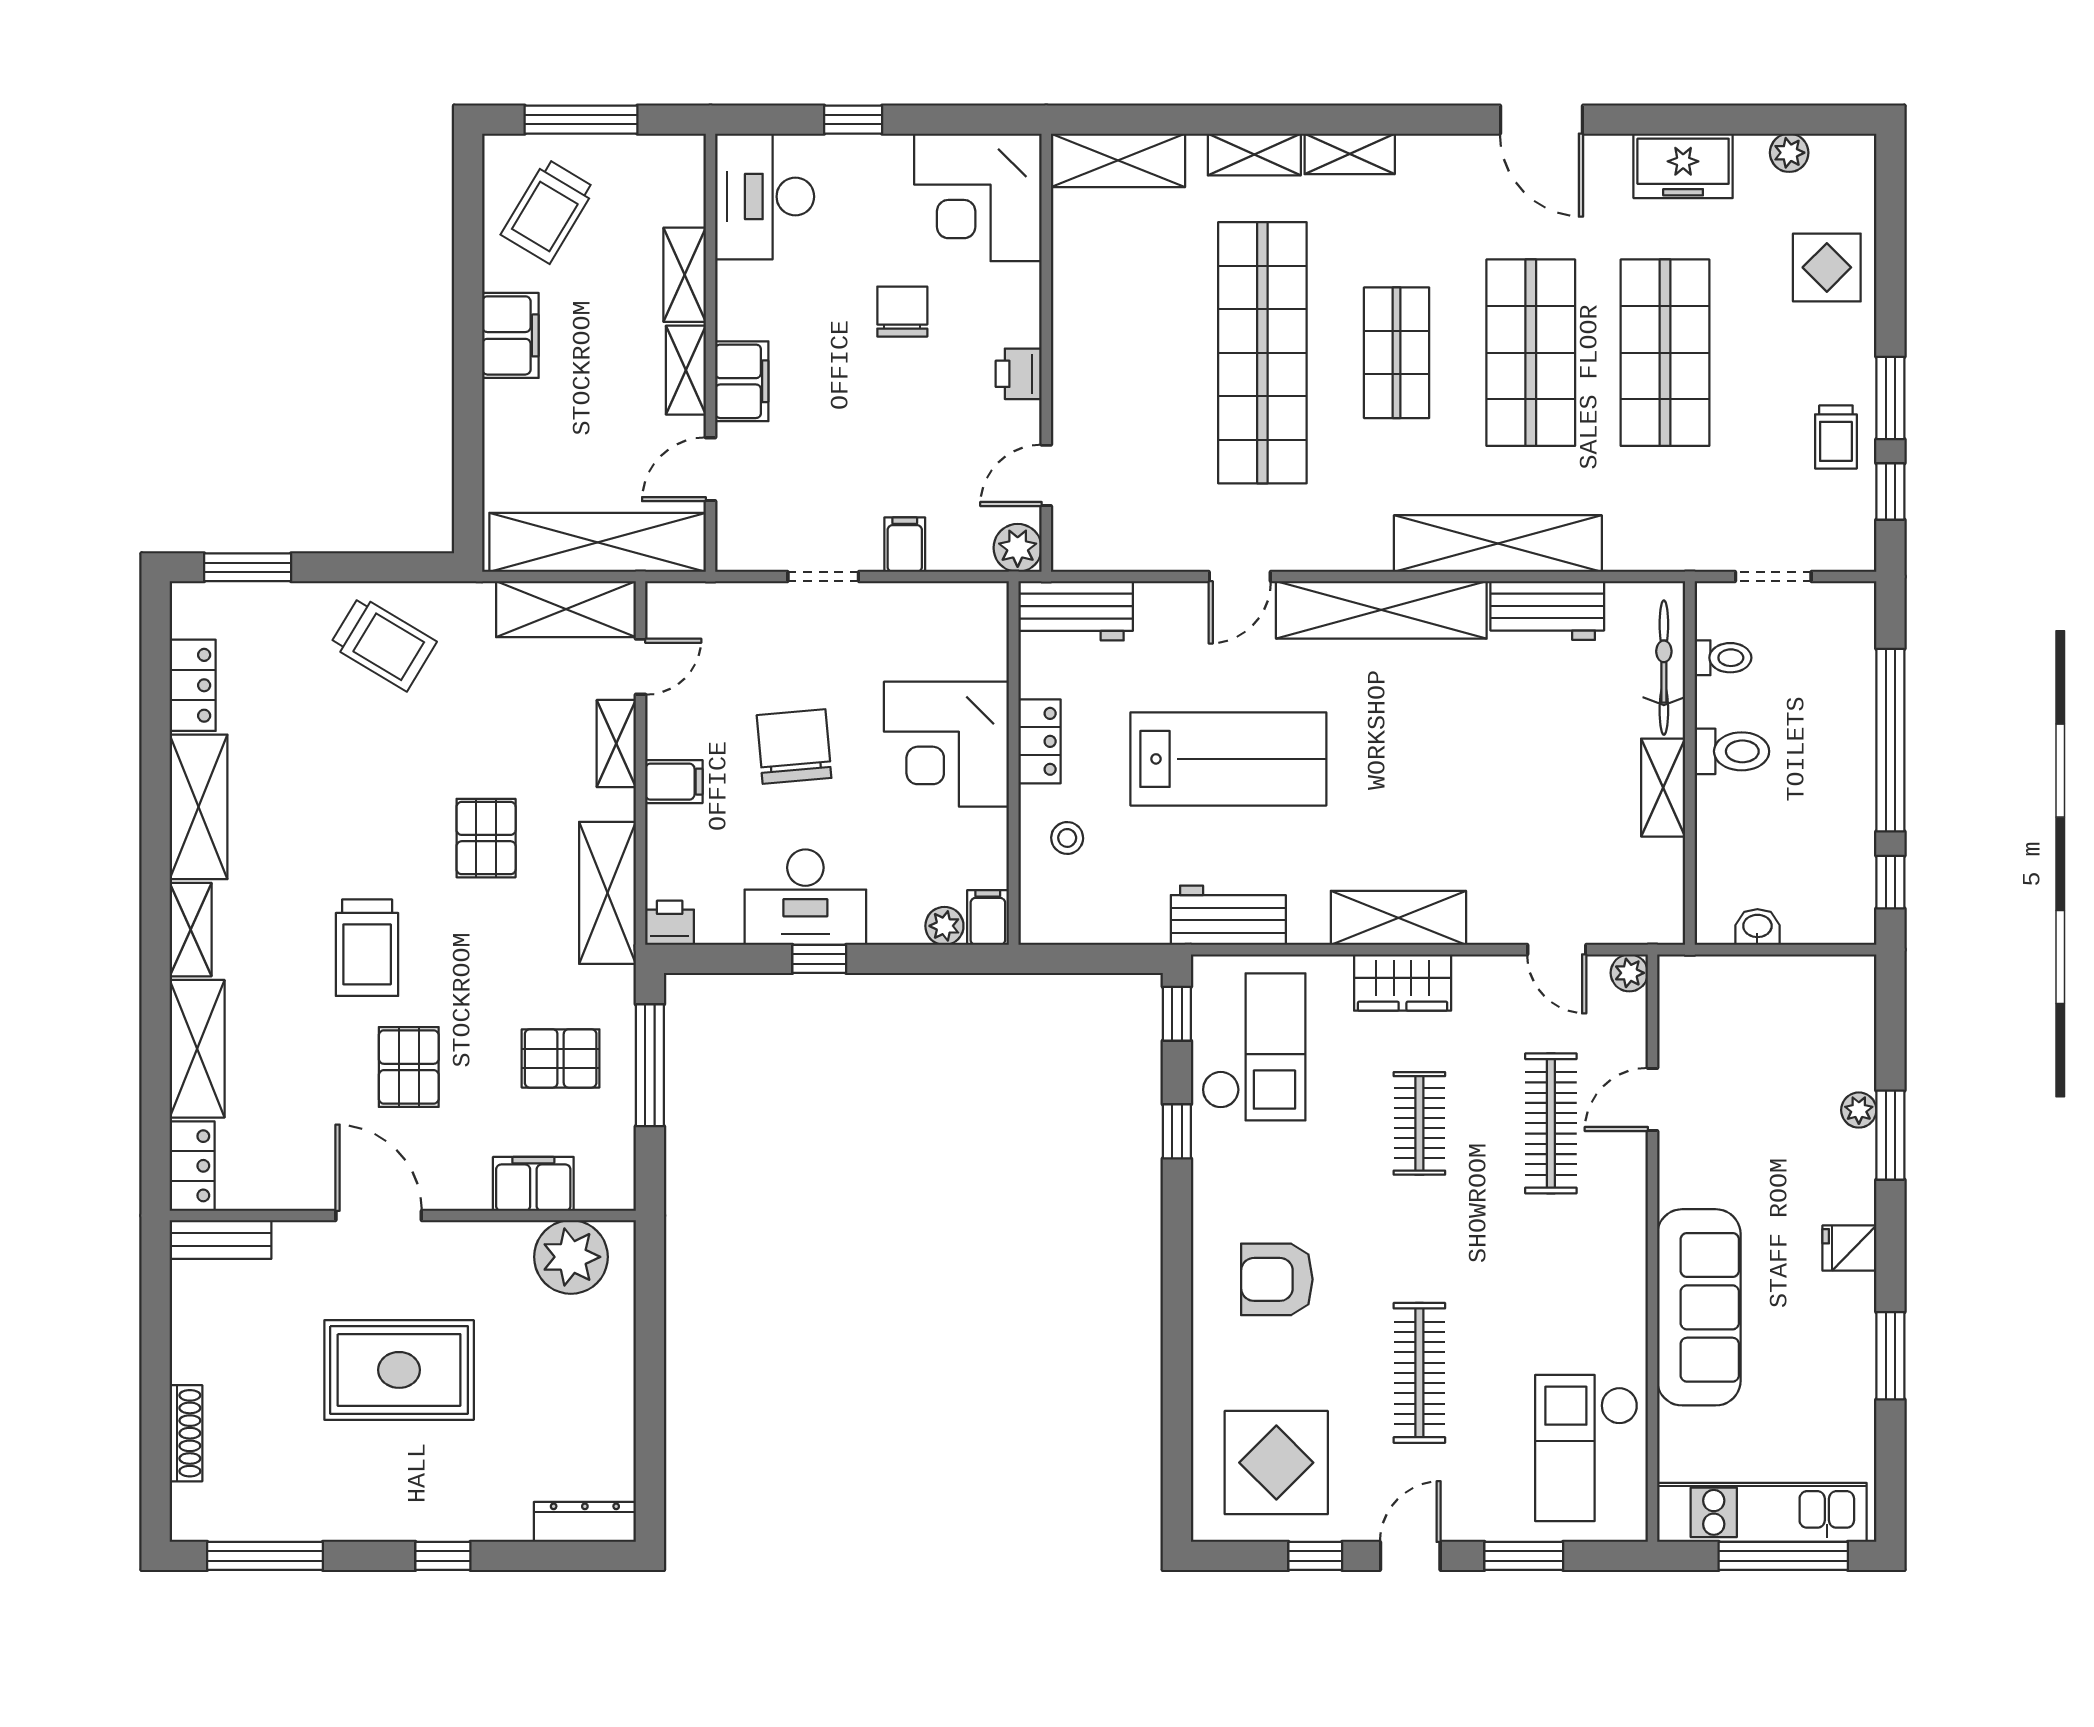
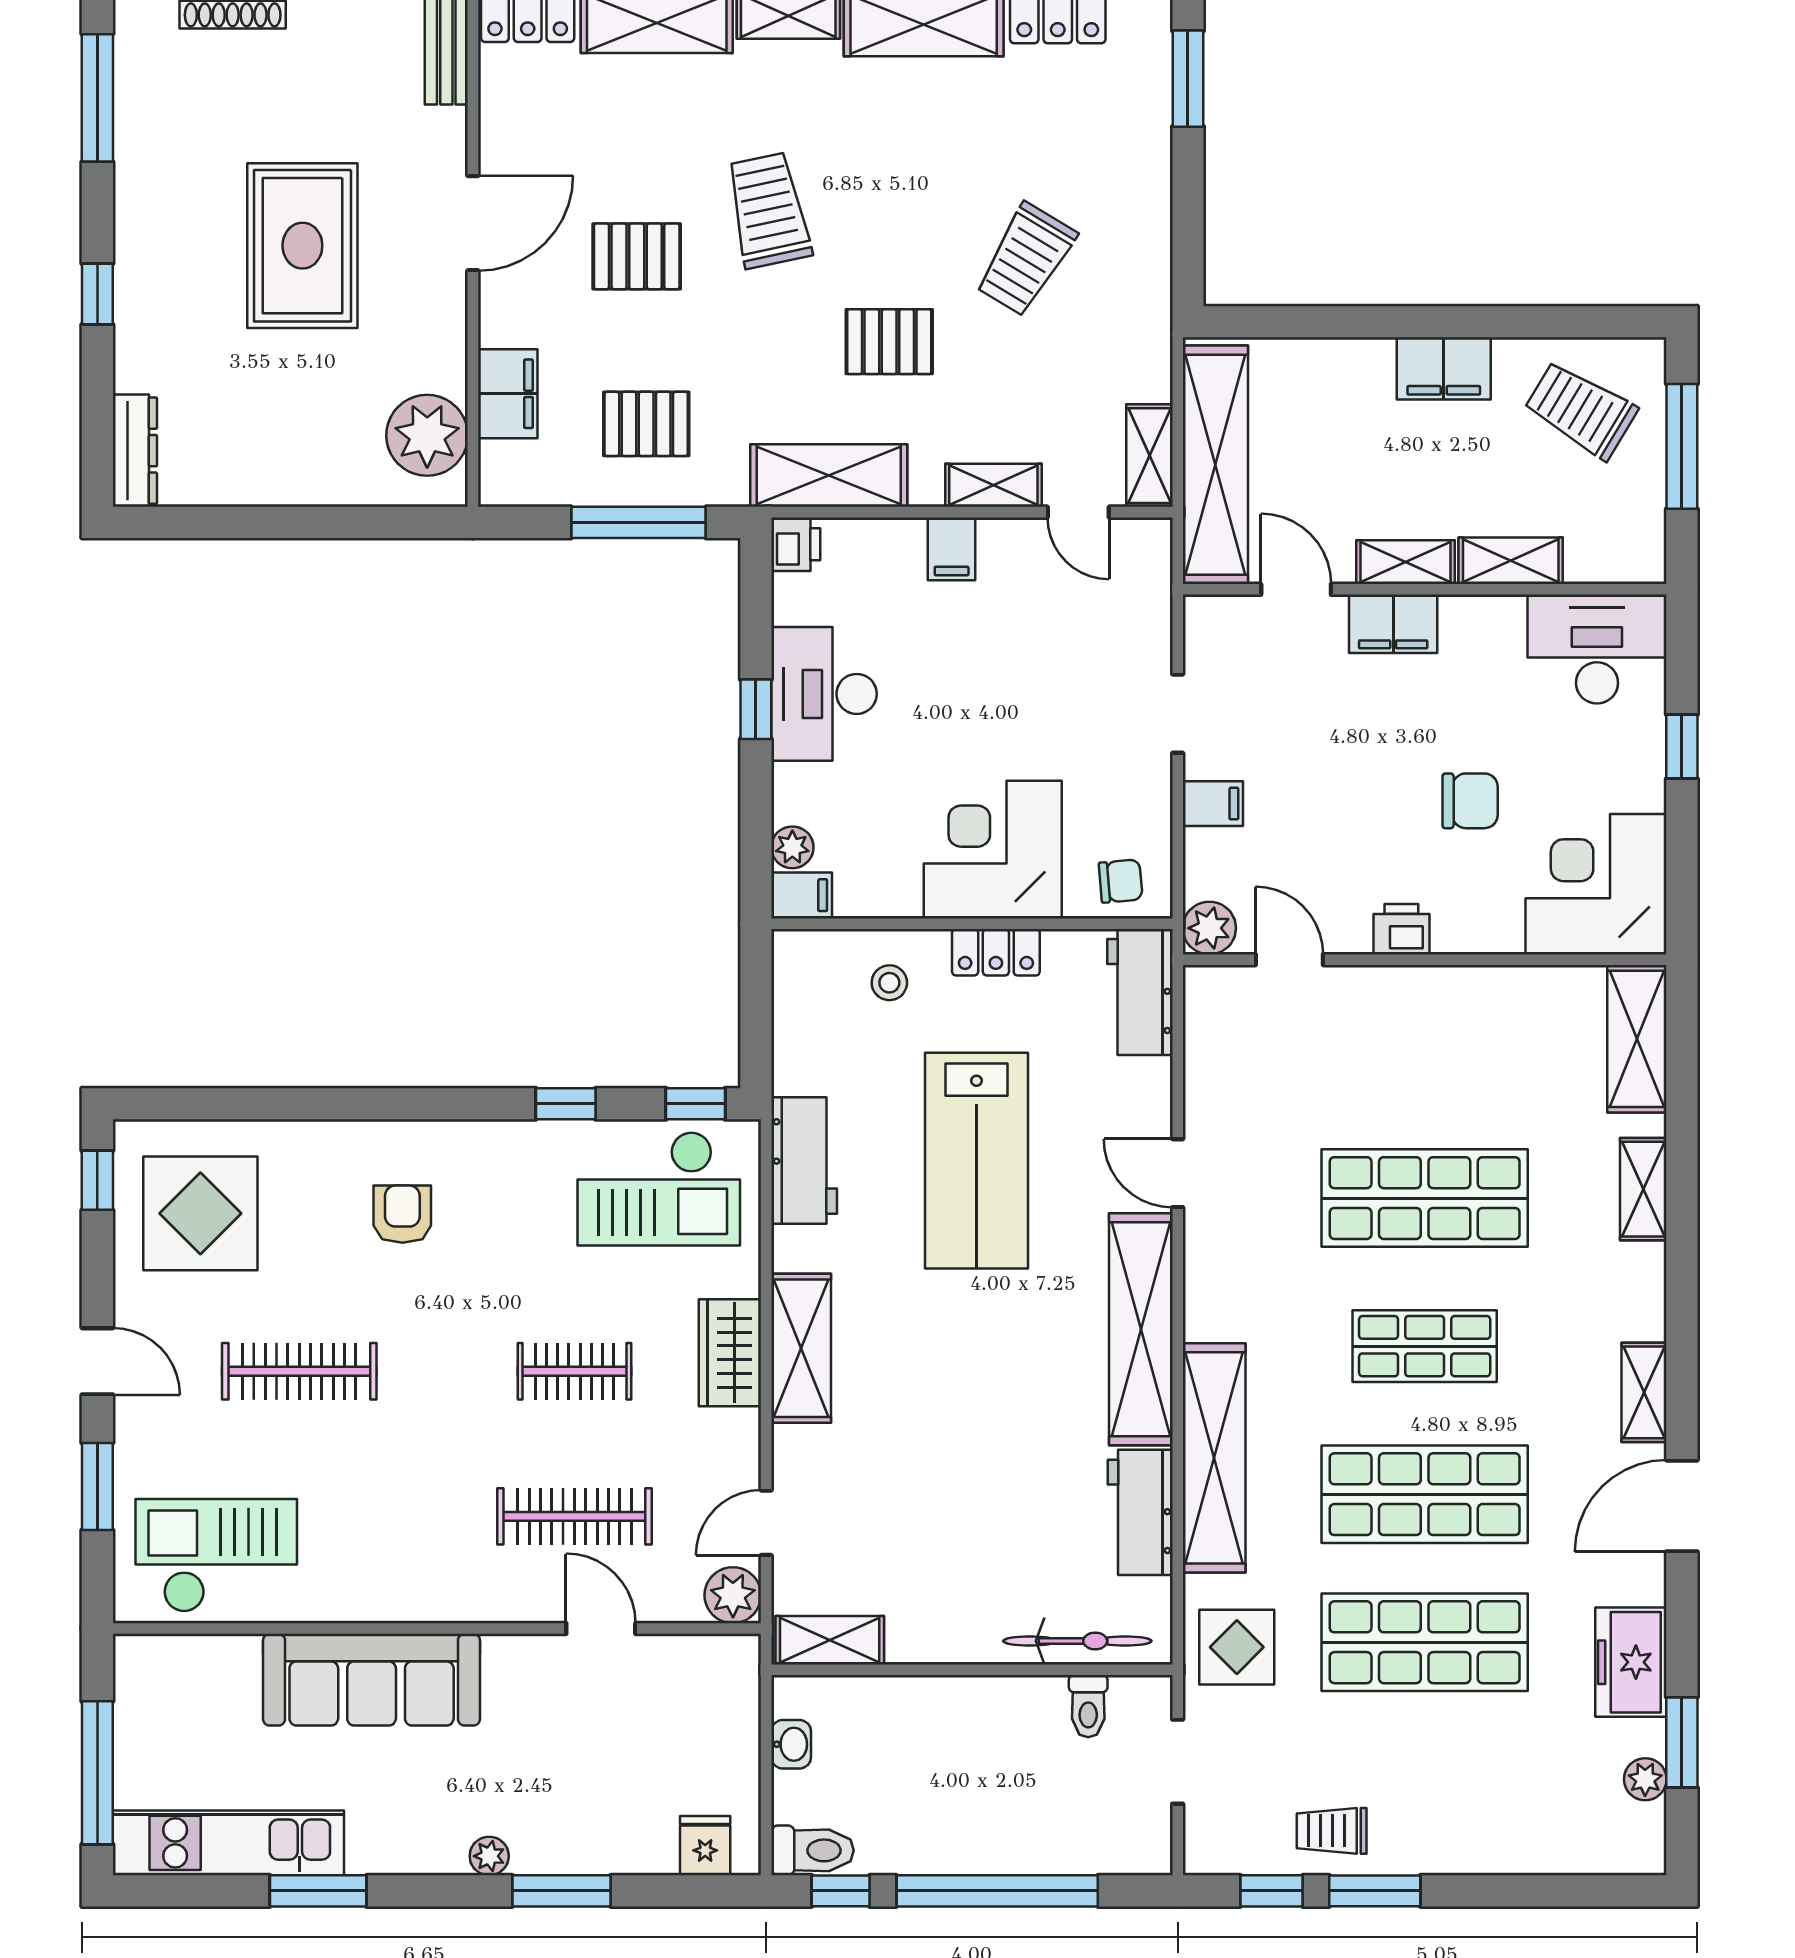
window: (1756, 120) -> (1682, 1742), added
shelving: (1350, 154) -> (1644, 1392), moved
display table: (1827, 267) -> (1237, 1647), moved
shop shelf: (1262, 353) -> (1425, 1198), width x0.71
shelving: (566, 609) -> (1149, 456), width x0.67, depth x0.75
trolley: (383, 643) -> (1026, 260), moved
chair: (794, 747) -> (1121, 881), moved, width x0.54, depth x0.54
toilet: (1732, 751) -> (812, 1850), moved, turned -90
shelving: (1663, 788) -> (830, 1640), moved
trolley: (367, 948) -> (768, 210), turned 78
plant: (1629, 973) -> (733, 1595), width x1.38, depth x1.38
pallet: (561, 1058) -> (646, 424), turned 90
plant: (1859, 1110) -> (489, 1856), moved
fridge: (1849, 1248) -> (705, 1846), moved
armchair: (1277, 1279) -> (402, 1214), width x0.72, depth x0.72
kitchen unit: (1762, 1512) -> (228, 1843), moved, turned -90
window: (1315, 1556) -> (97, 1180), moved

